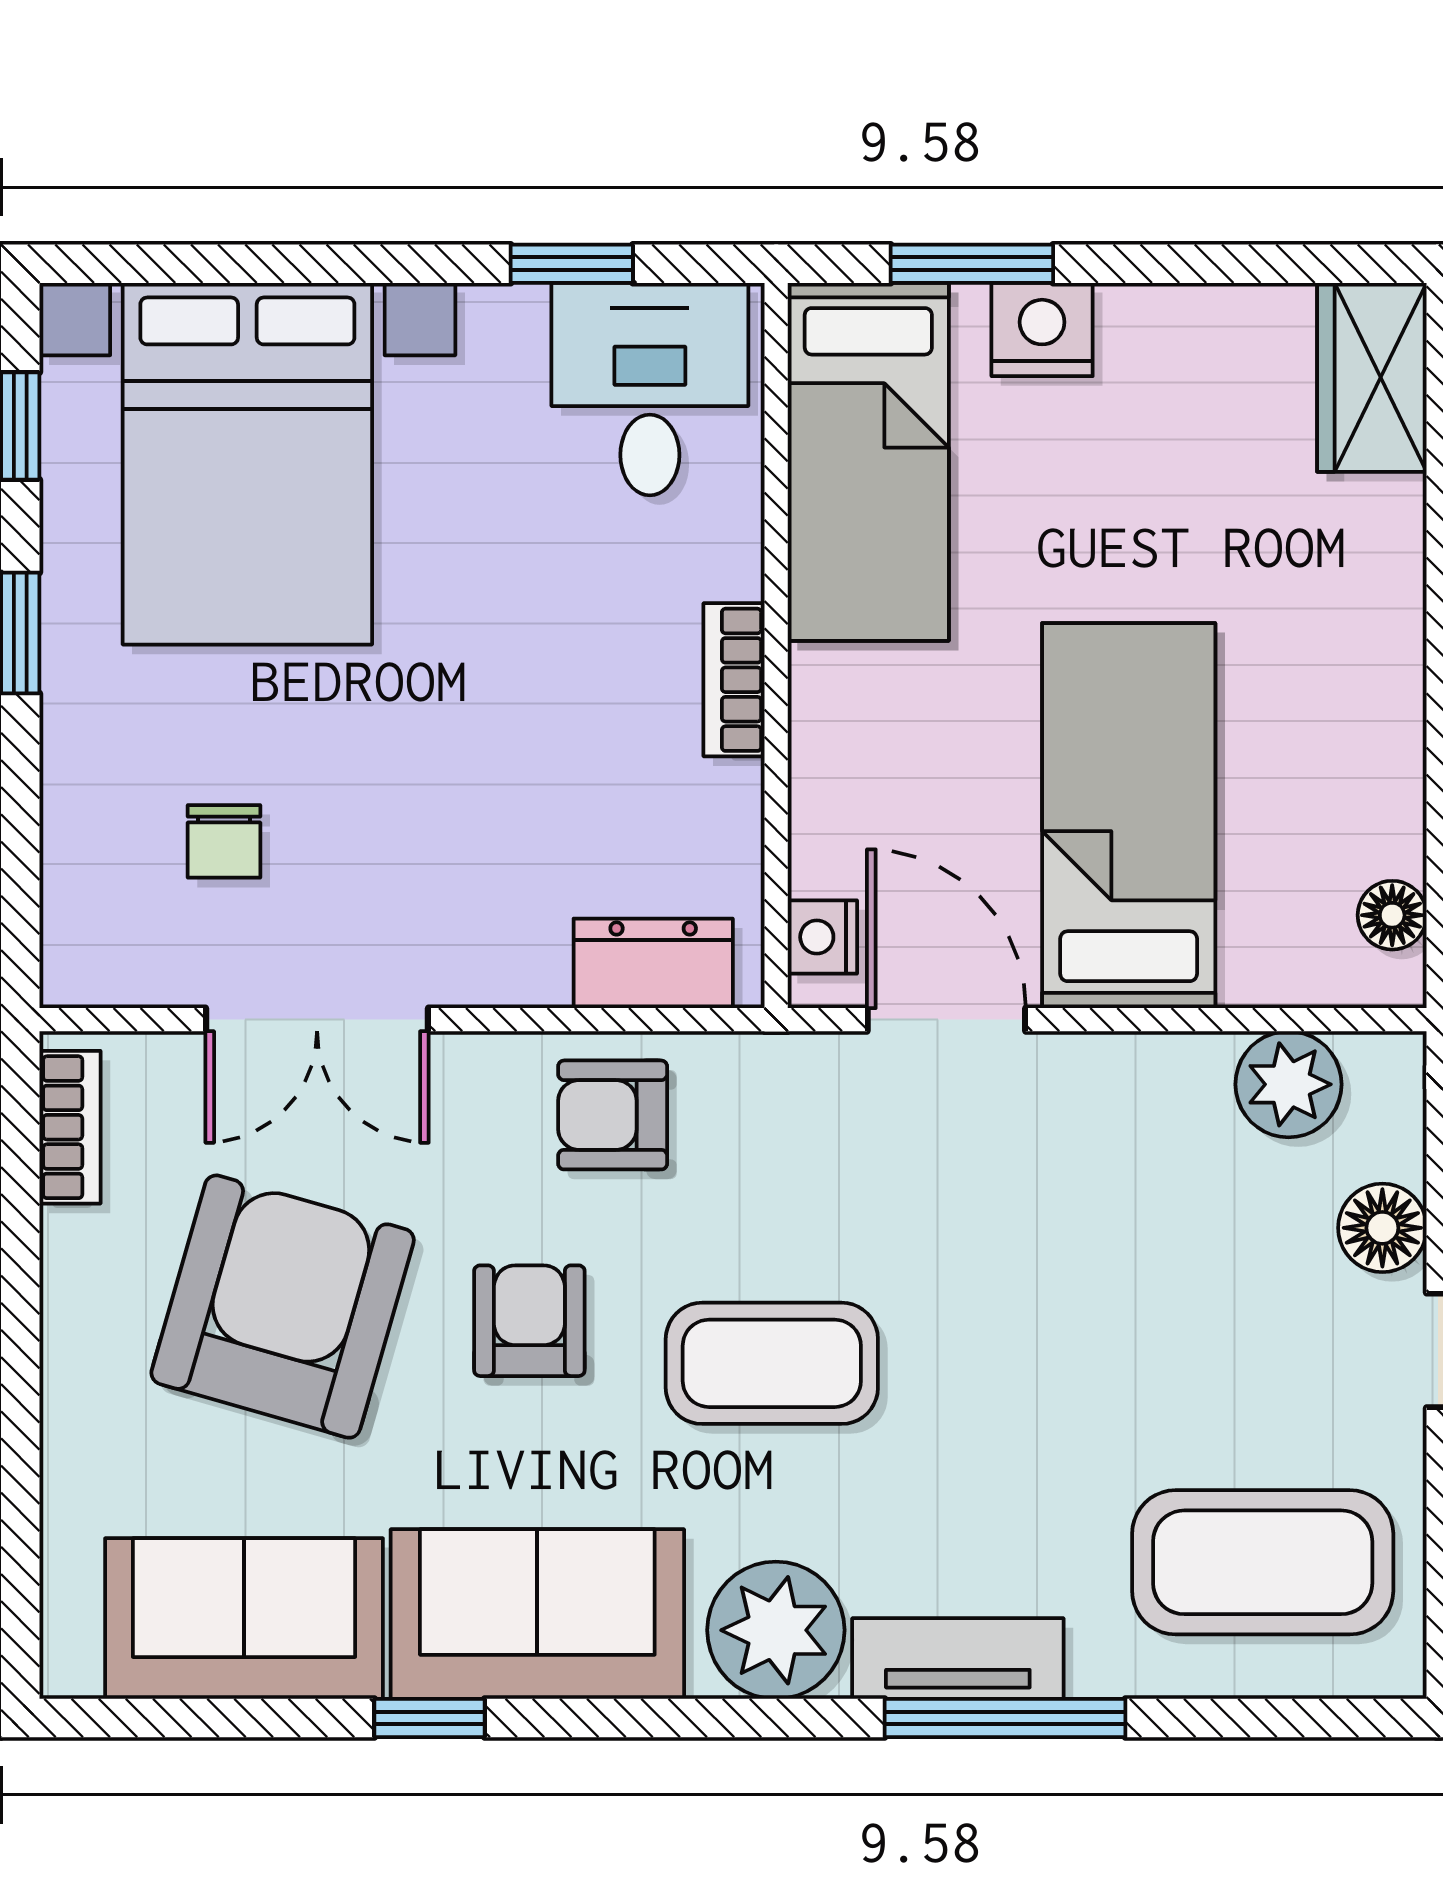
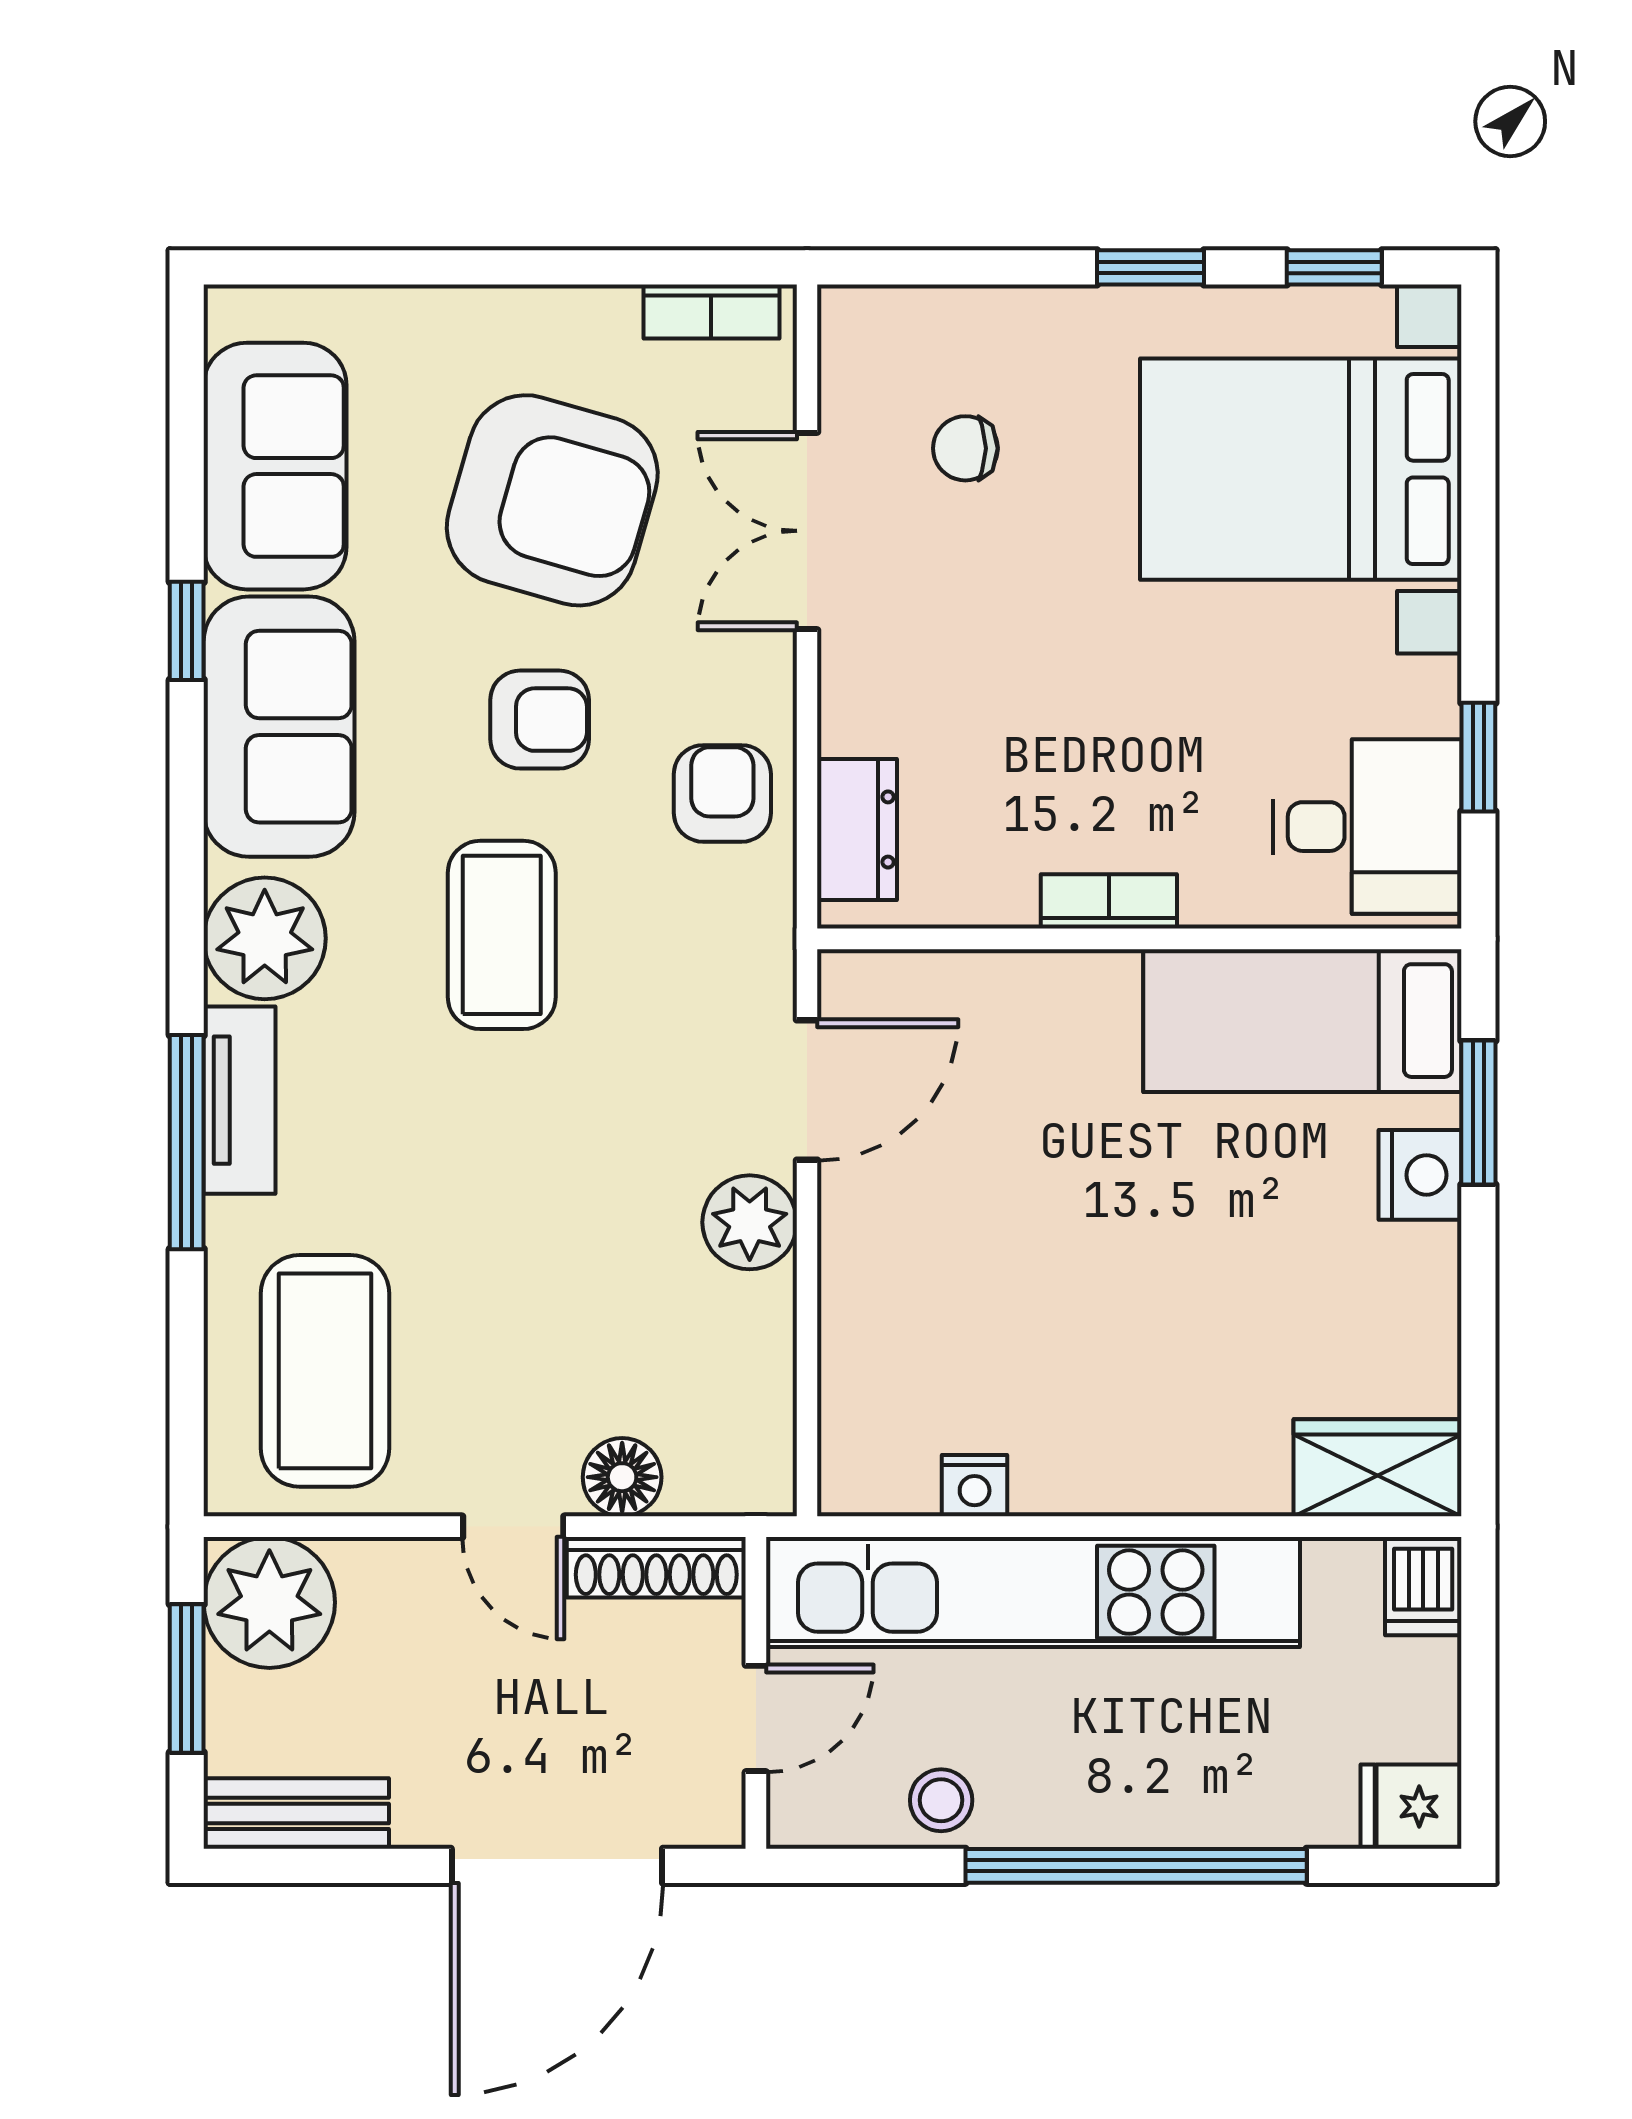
bed: (1129, 816) -> (988, 1252), removed
floor lamp: (1392, 915) -> (900, 1486), removed
nightstand: (822, 937) -> (975, 1486), moved, turned 180
plant: (1288, 1084) -> (750, 1222), moved

